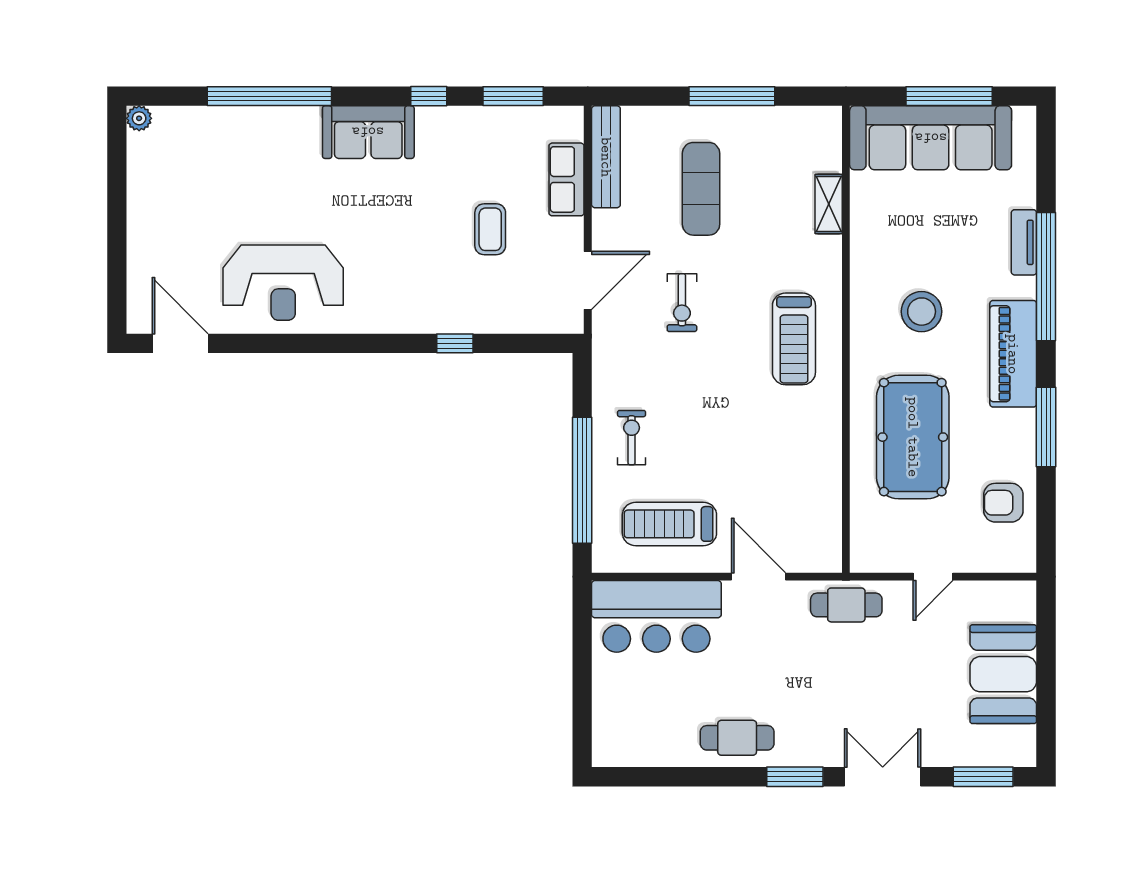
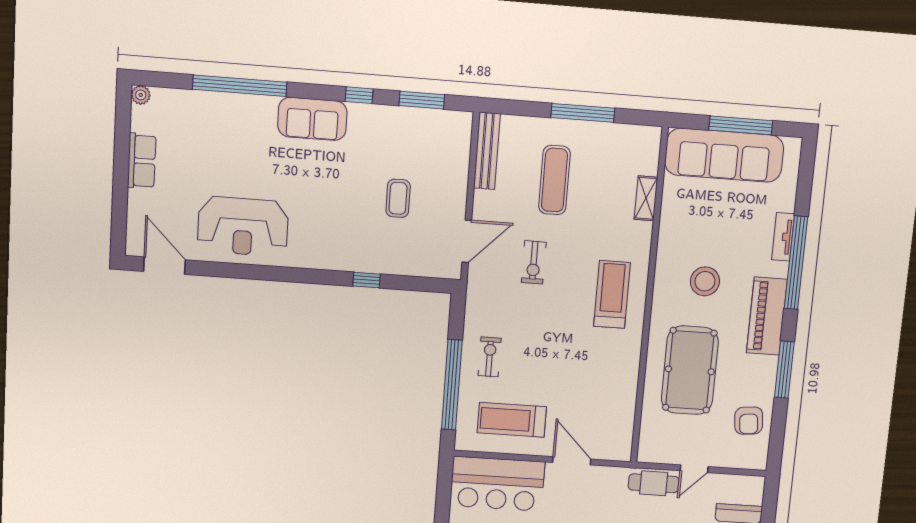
row of seats: (567, 179) -> (142, 161), moved, turned 180
treadmill: (794, 339) -> (612, 294), turned 180
armchair: (1003, 503) -> (749, 421), turned -96
cafe table: (846, 605) -> (654, 483), moved

